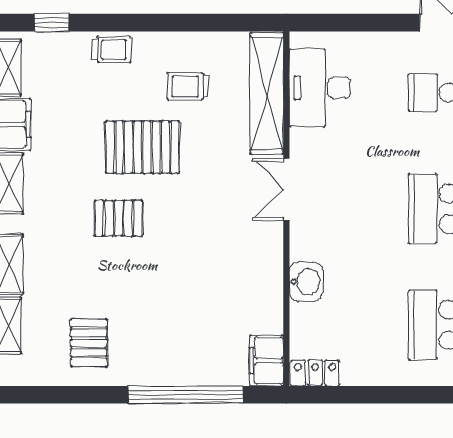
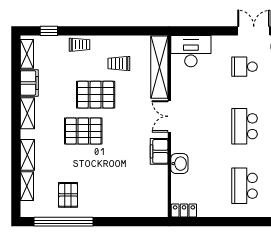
desk: (320, 88) -> (191, 51), moved, turned 90
pallet: (119, 218) -> (83, 131), width x1.50, depth x1.42
filing cabinet: (266, 361) -> (159, 151), moved
window: (186, 395) -> (63, 222), moved

